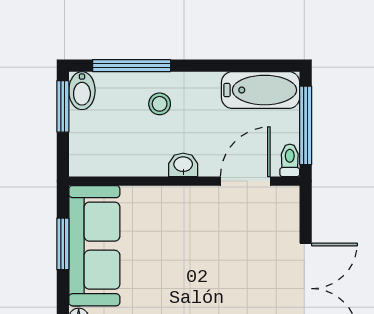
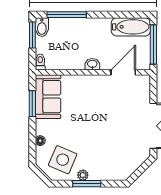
stool: (160, 104) -> (81, 34), removed
toilet: (290, 160) -> (40, 62), moved
sofa: (94, 246) -> (48, 97), width x0.73

